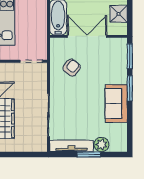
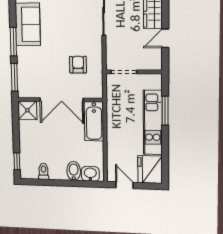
shower: (119, 14) -> (27, 110), moved
armchair: (72, 68) -> (78, 65), turned 141

